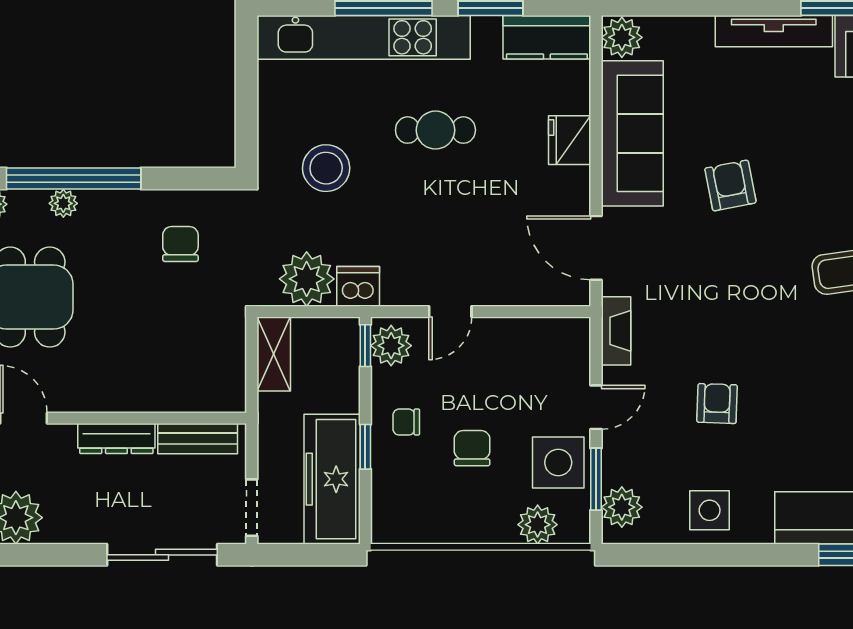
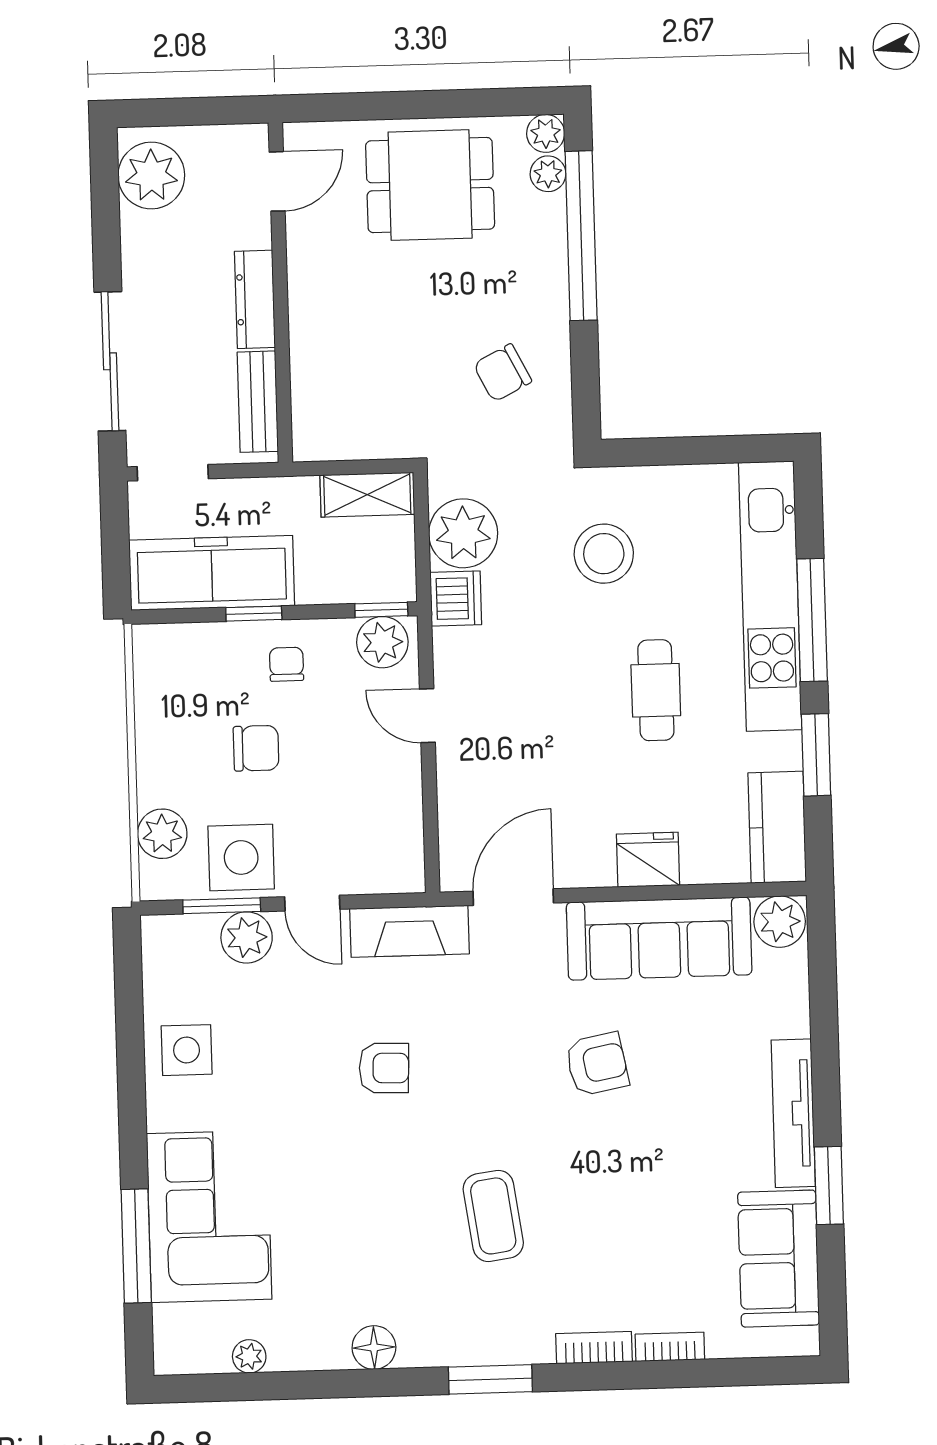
plant: (63, 203) -> (548, 174), moved
chair: (180, 244) -> (503, 373), turned 153
fireplace: (616, 331) -> (409, 931), width x1.37, depth x1.32
armchair: (717, 404) -> (384, 1068), moved
plant: (622, 507) -> (247, 937), moved

